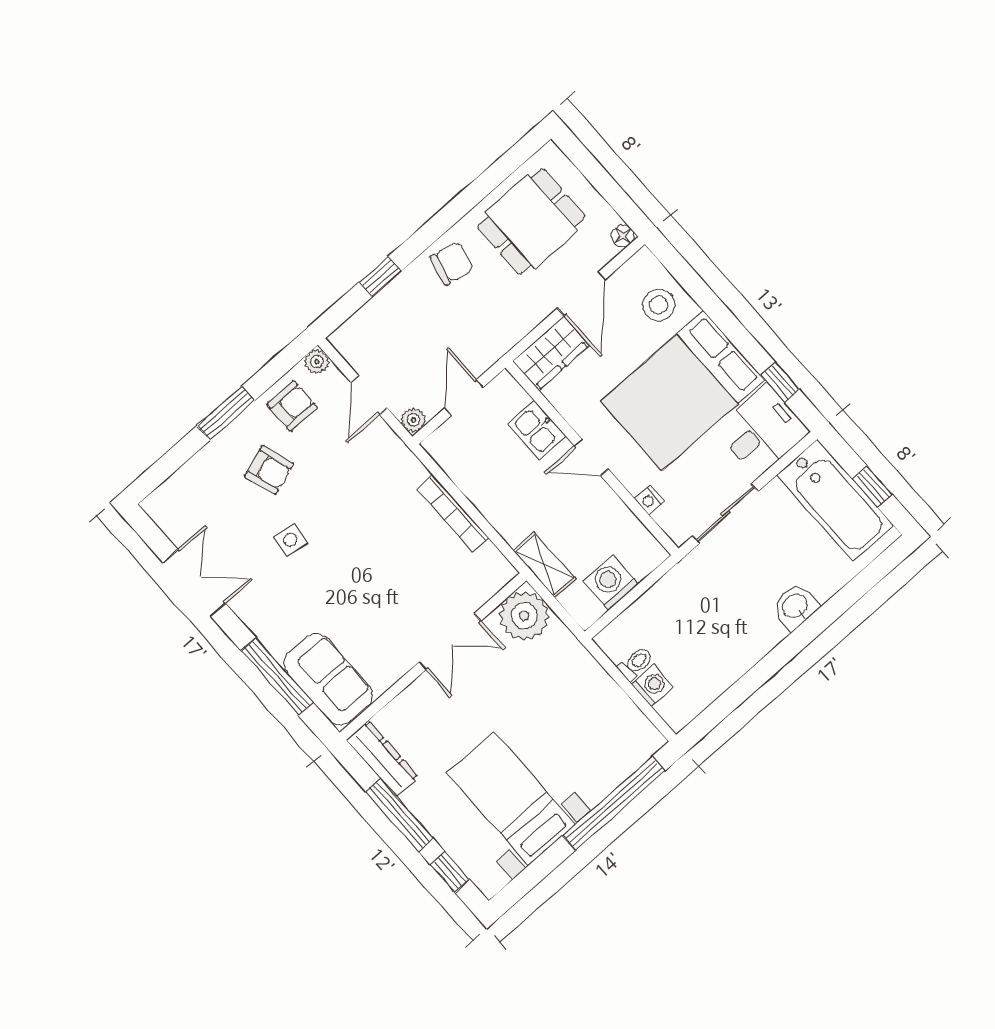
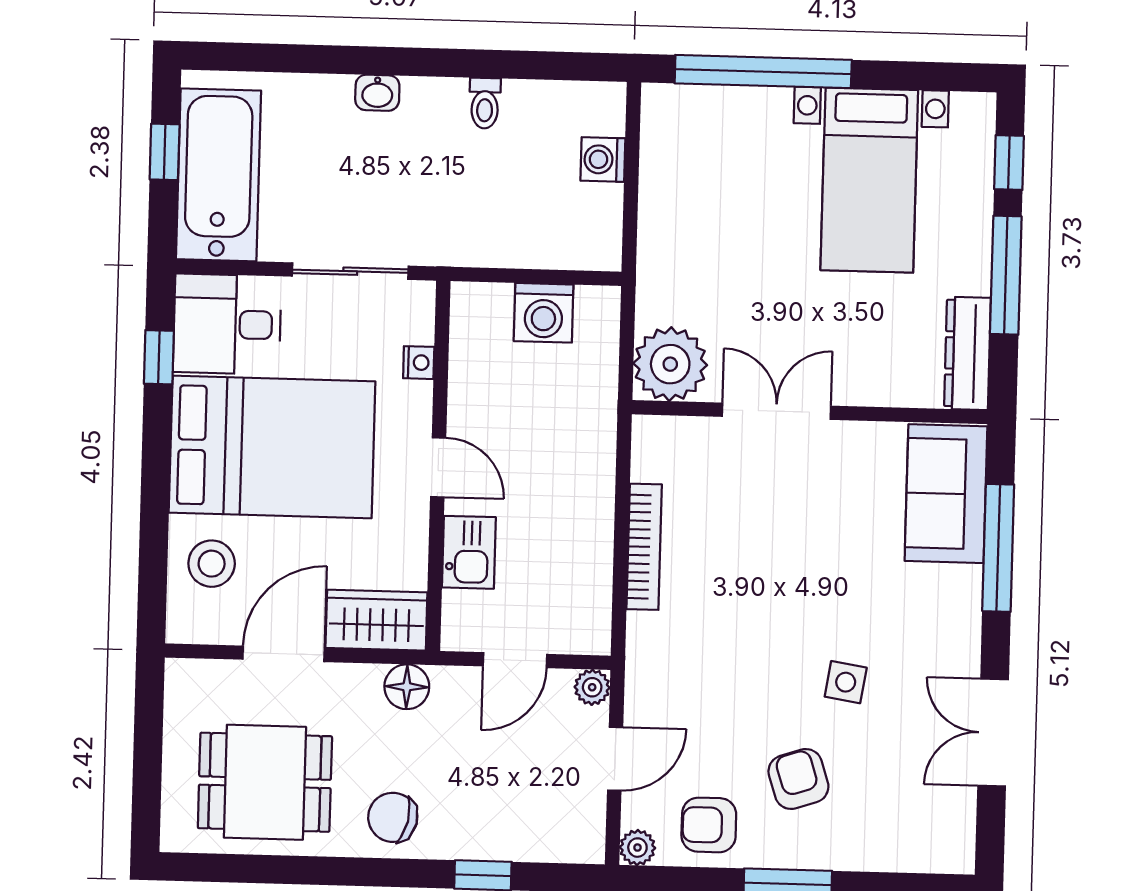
floor lamp: (623, 236) -> (407, 687), moved, width x1.37, depth x1.37
shelving: (544, 565) -> (597, 399), removed
washbasin: (795, 607) -> (377, 93), width x0.72, depth x0.69
toilet: (636, 663) -> (485, 103), moved, turned -90

